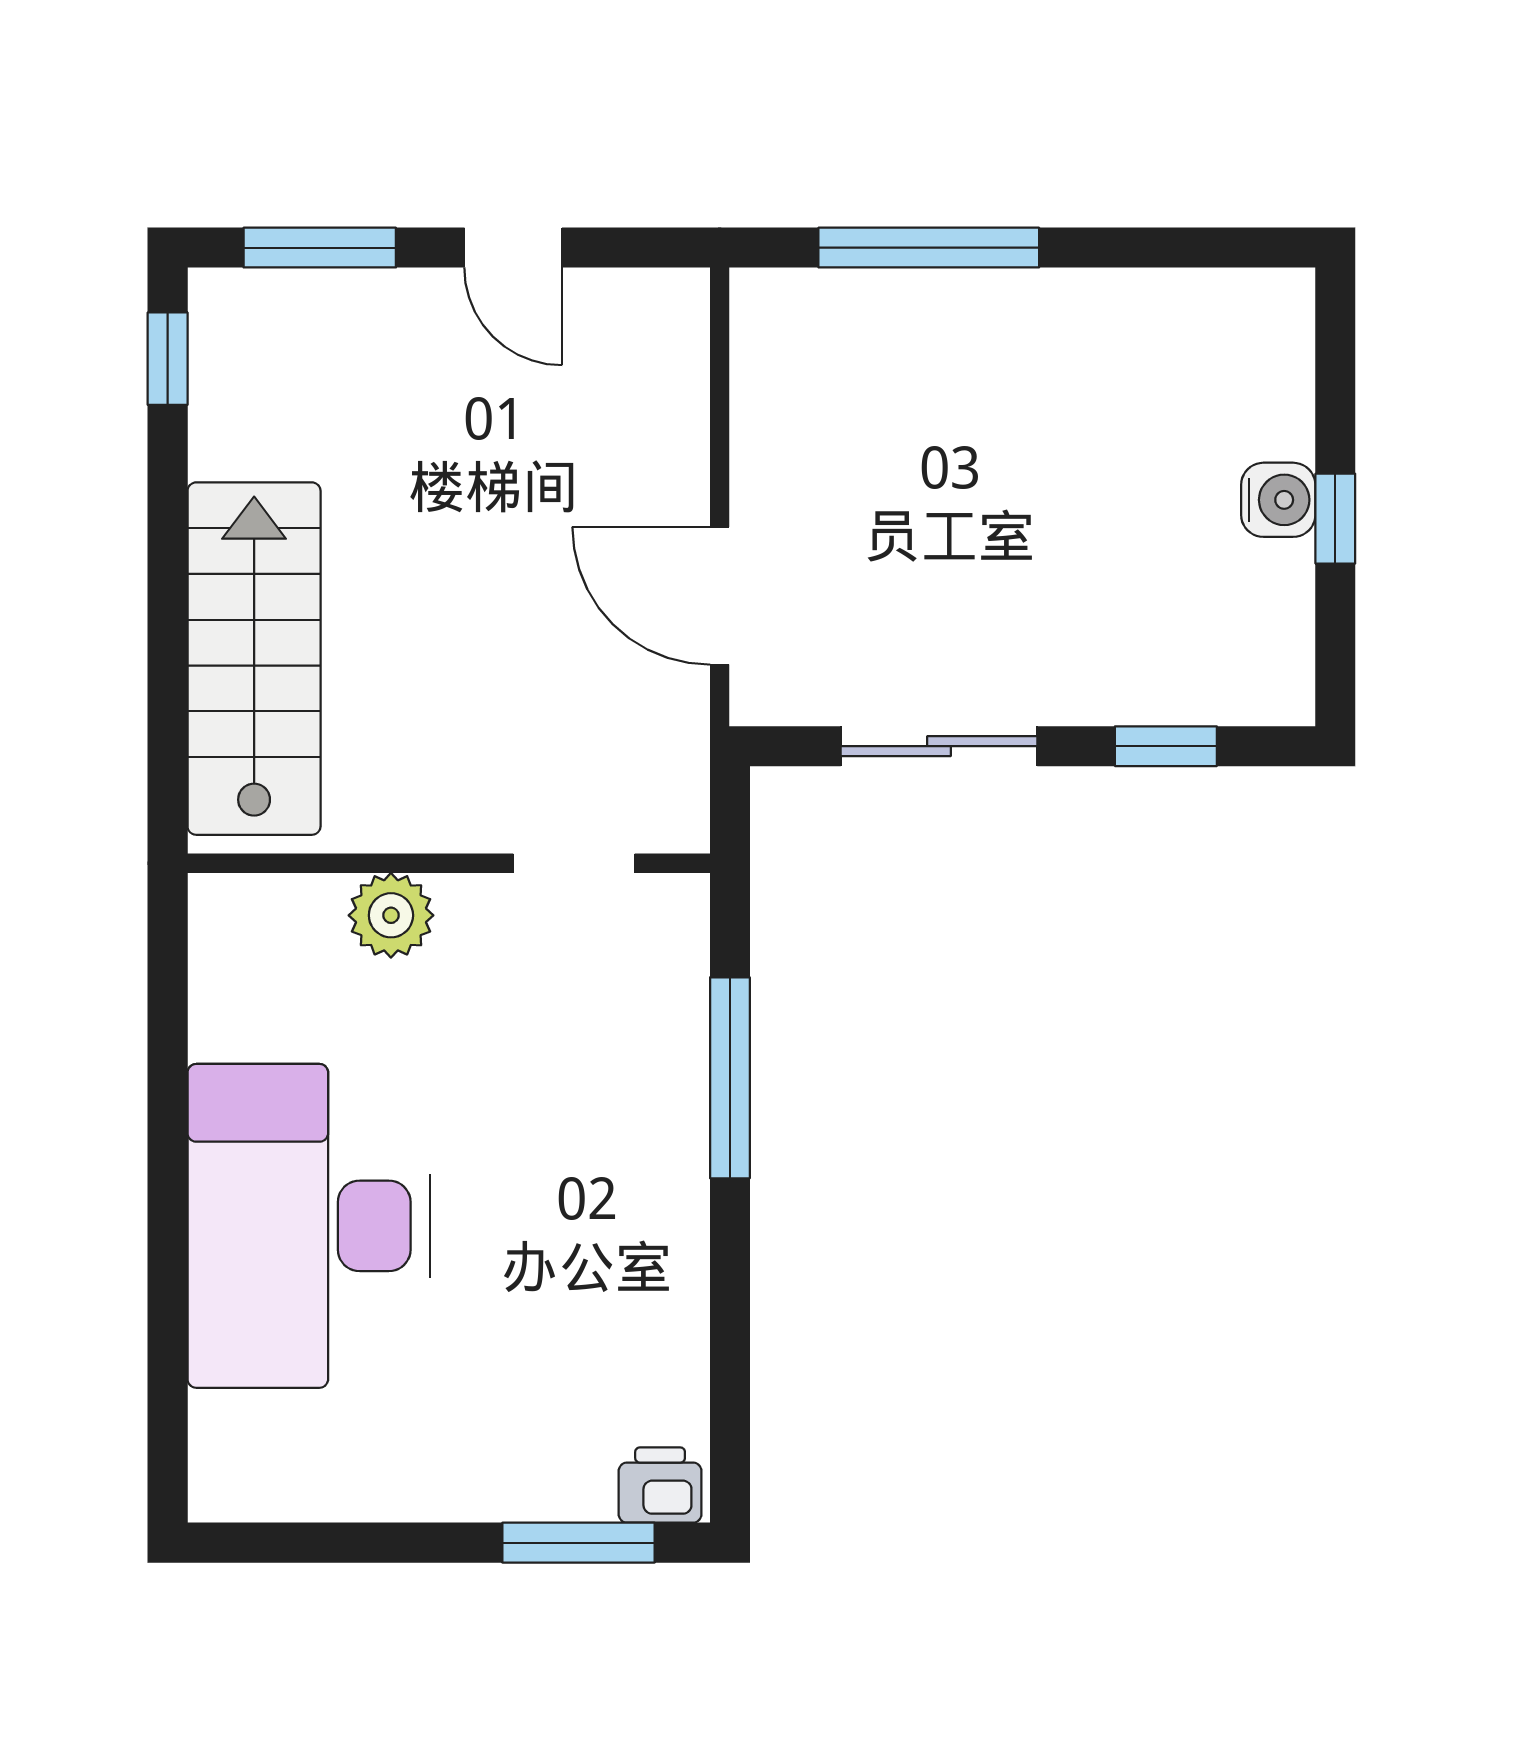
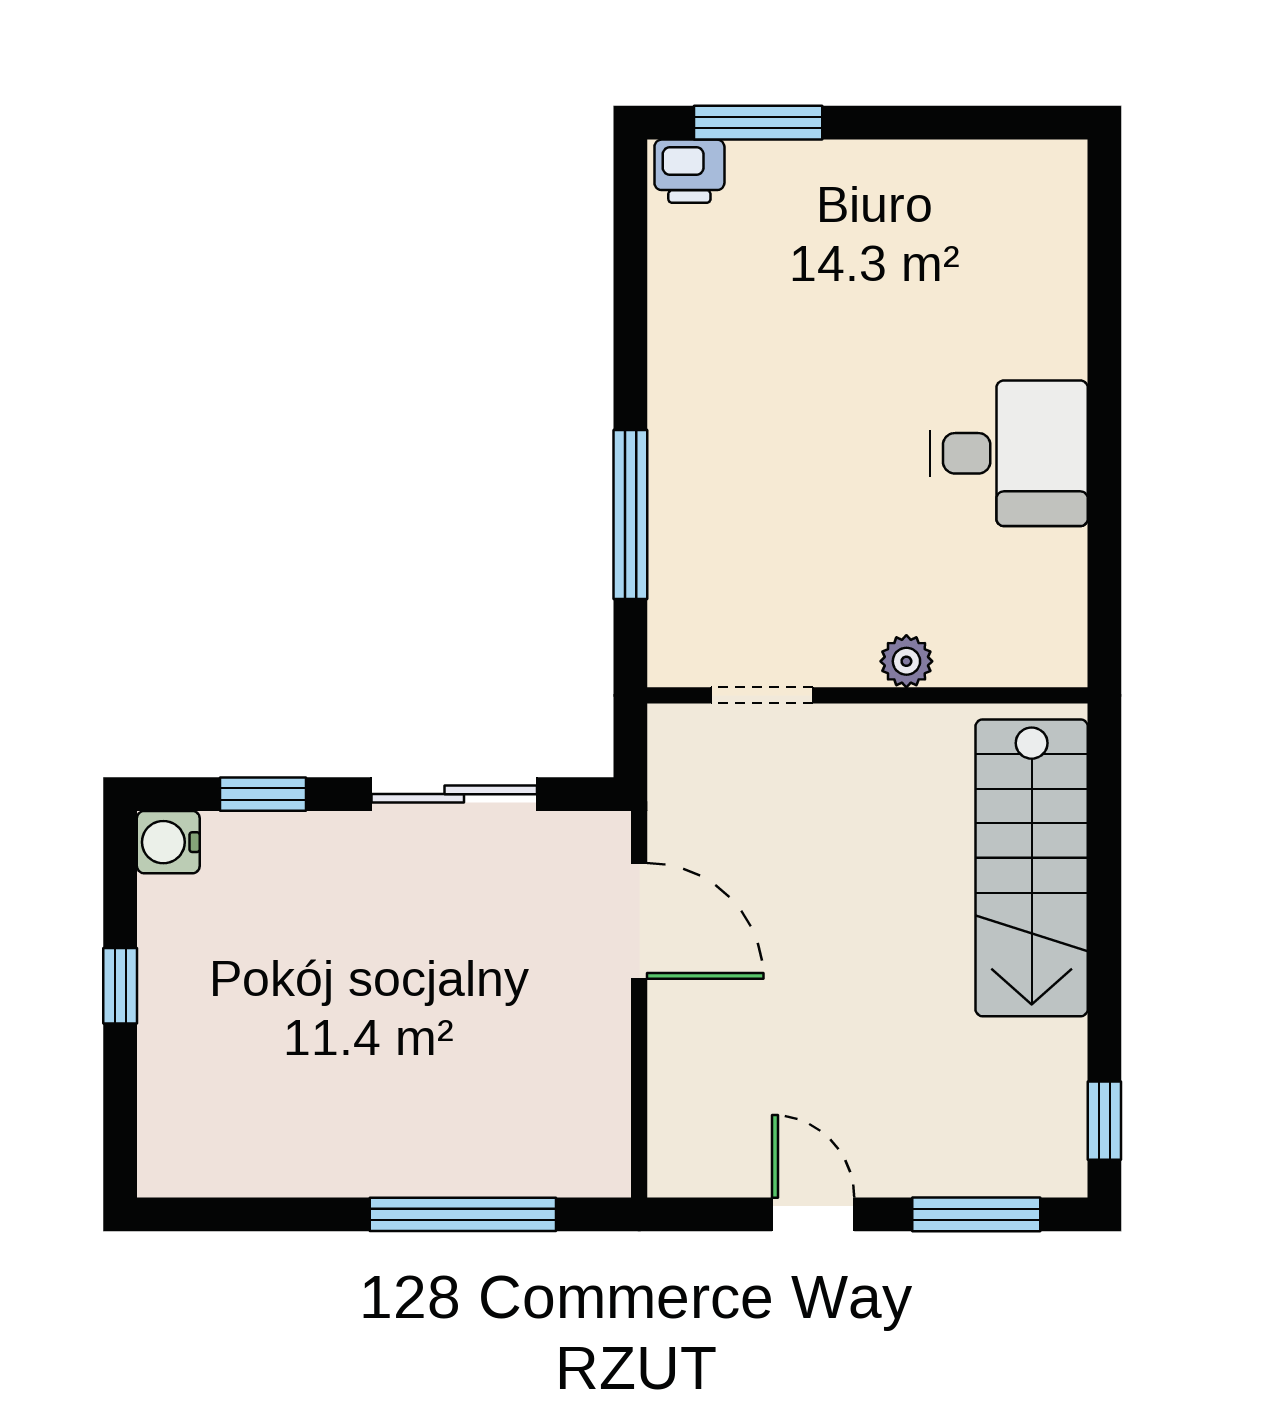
water cooler: (1278, 500) -> (168, 842), moved
plant: (391, 915) -> (906, 661), width x0.73, depth x0.73
desk: (309, 1226) -> (1009, 453), width x0.53, depth x0.77

